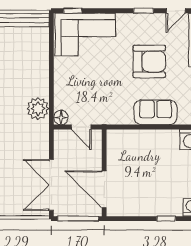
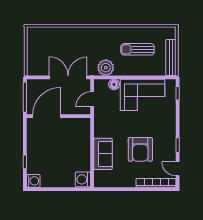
corner sofa: (85, 35) -> (142, 95), moved, turned -90
sun lounger: (13, 65) -> (138, 49), added
floor lamp: (61, 117) -> (114, 84), moved
double door: (51, 185) -> (68, 77), moved

